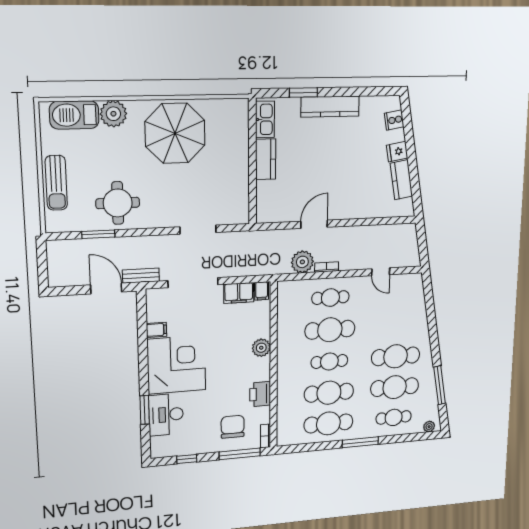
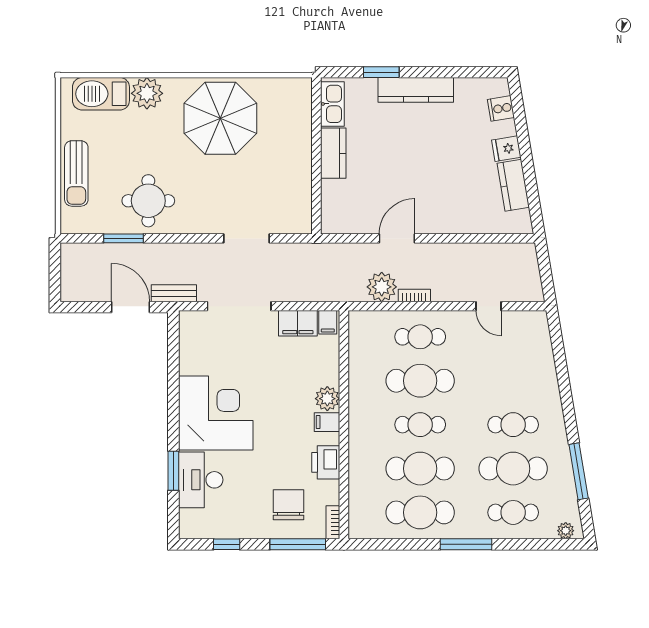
filing cabinet: (156, 330) -> (327, 422), moved, turned 180
cafe table: (396, 356) -> (513, 425), width x0.73, depth x0.74

